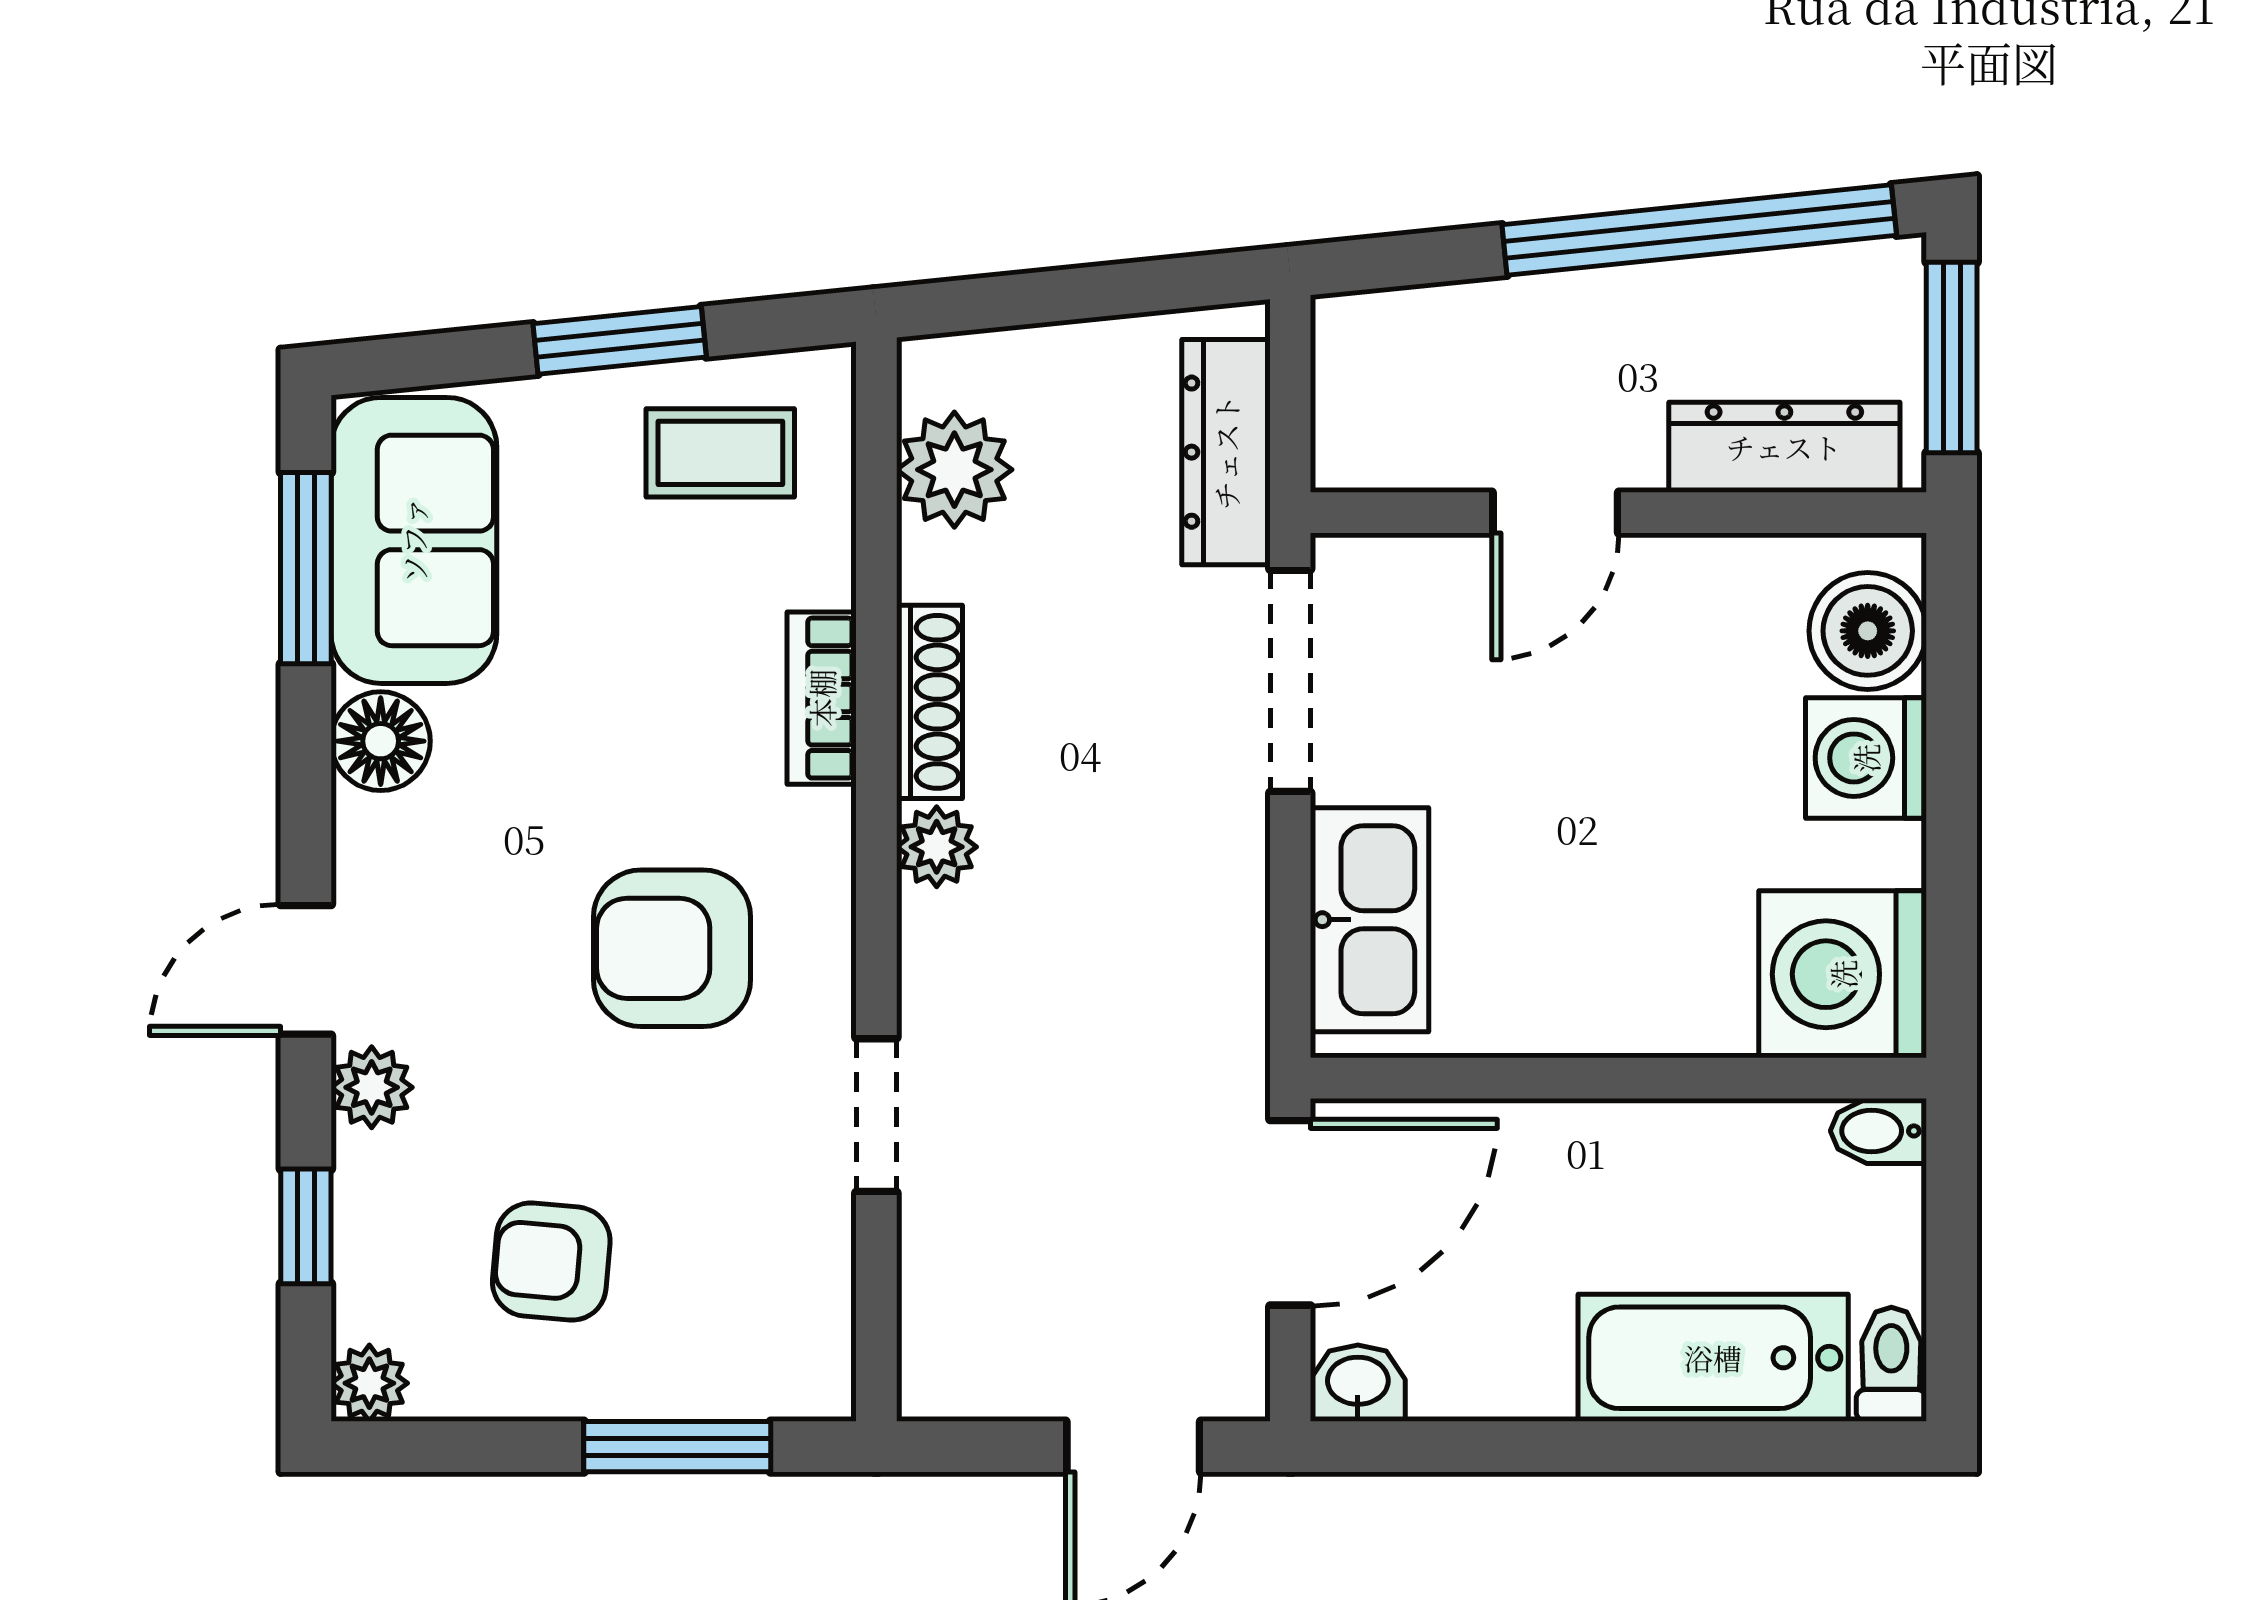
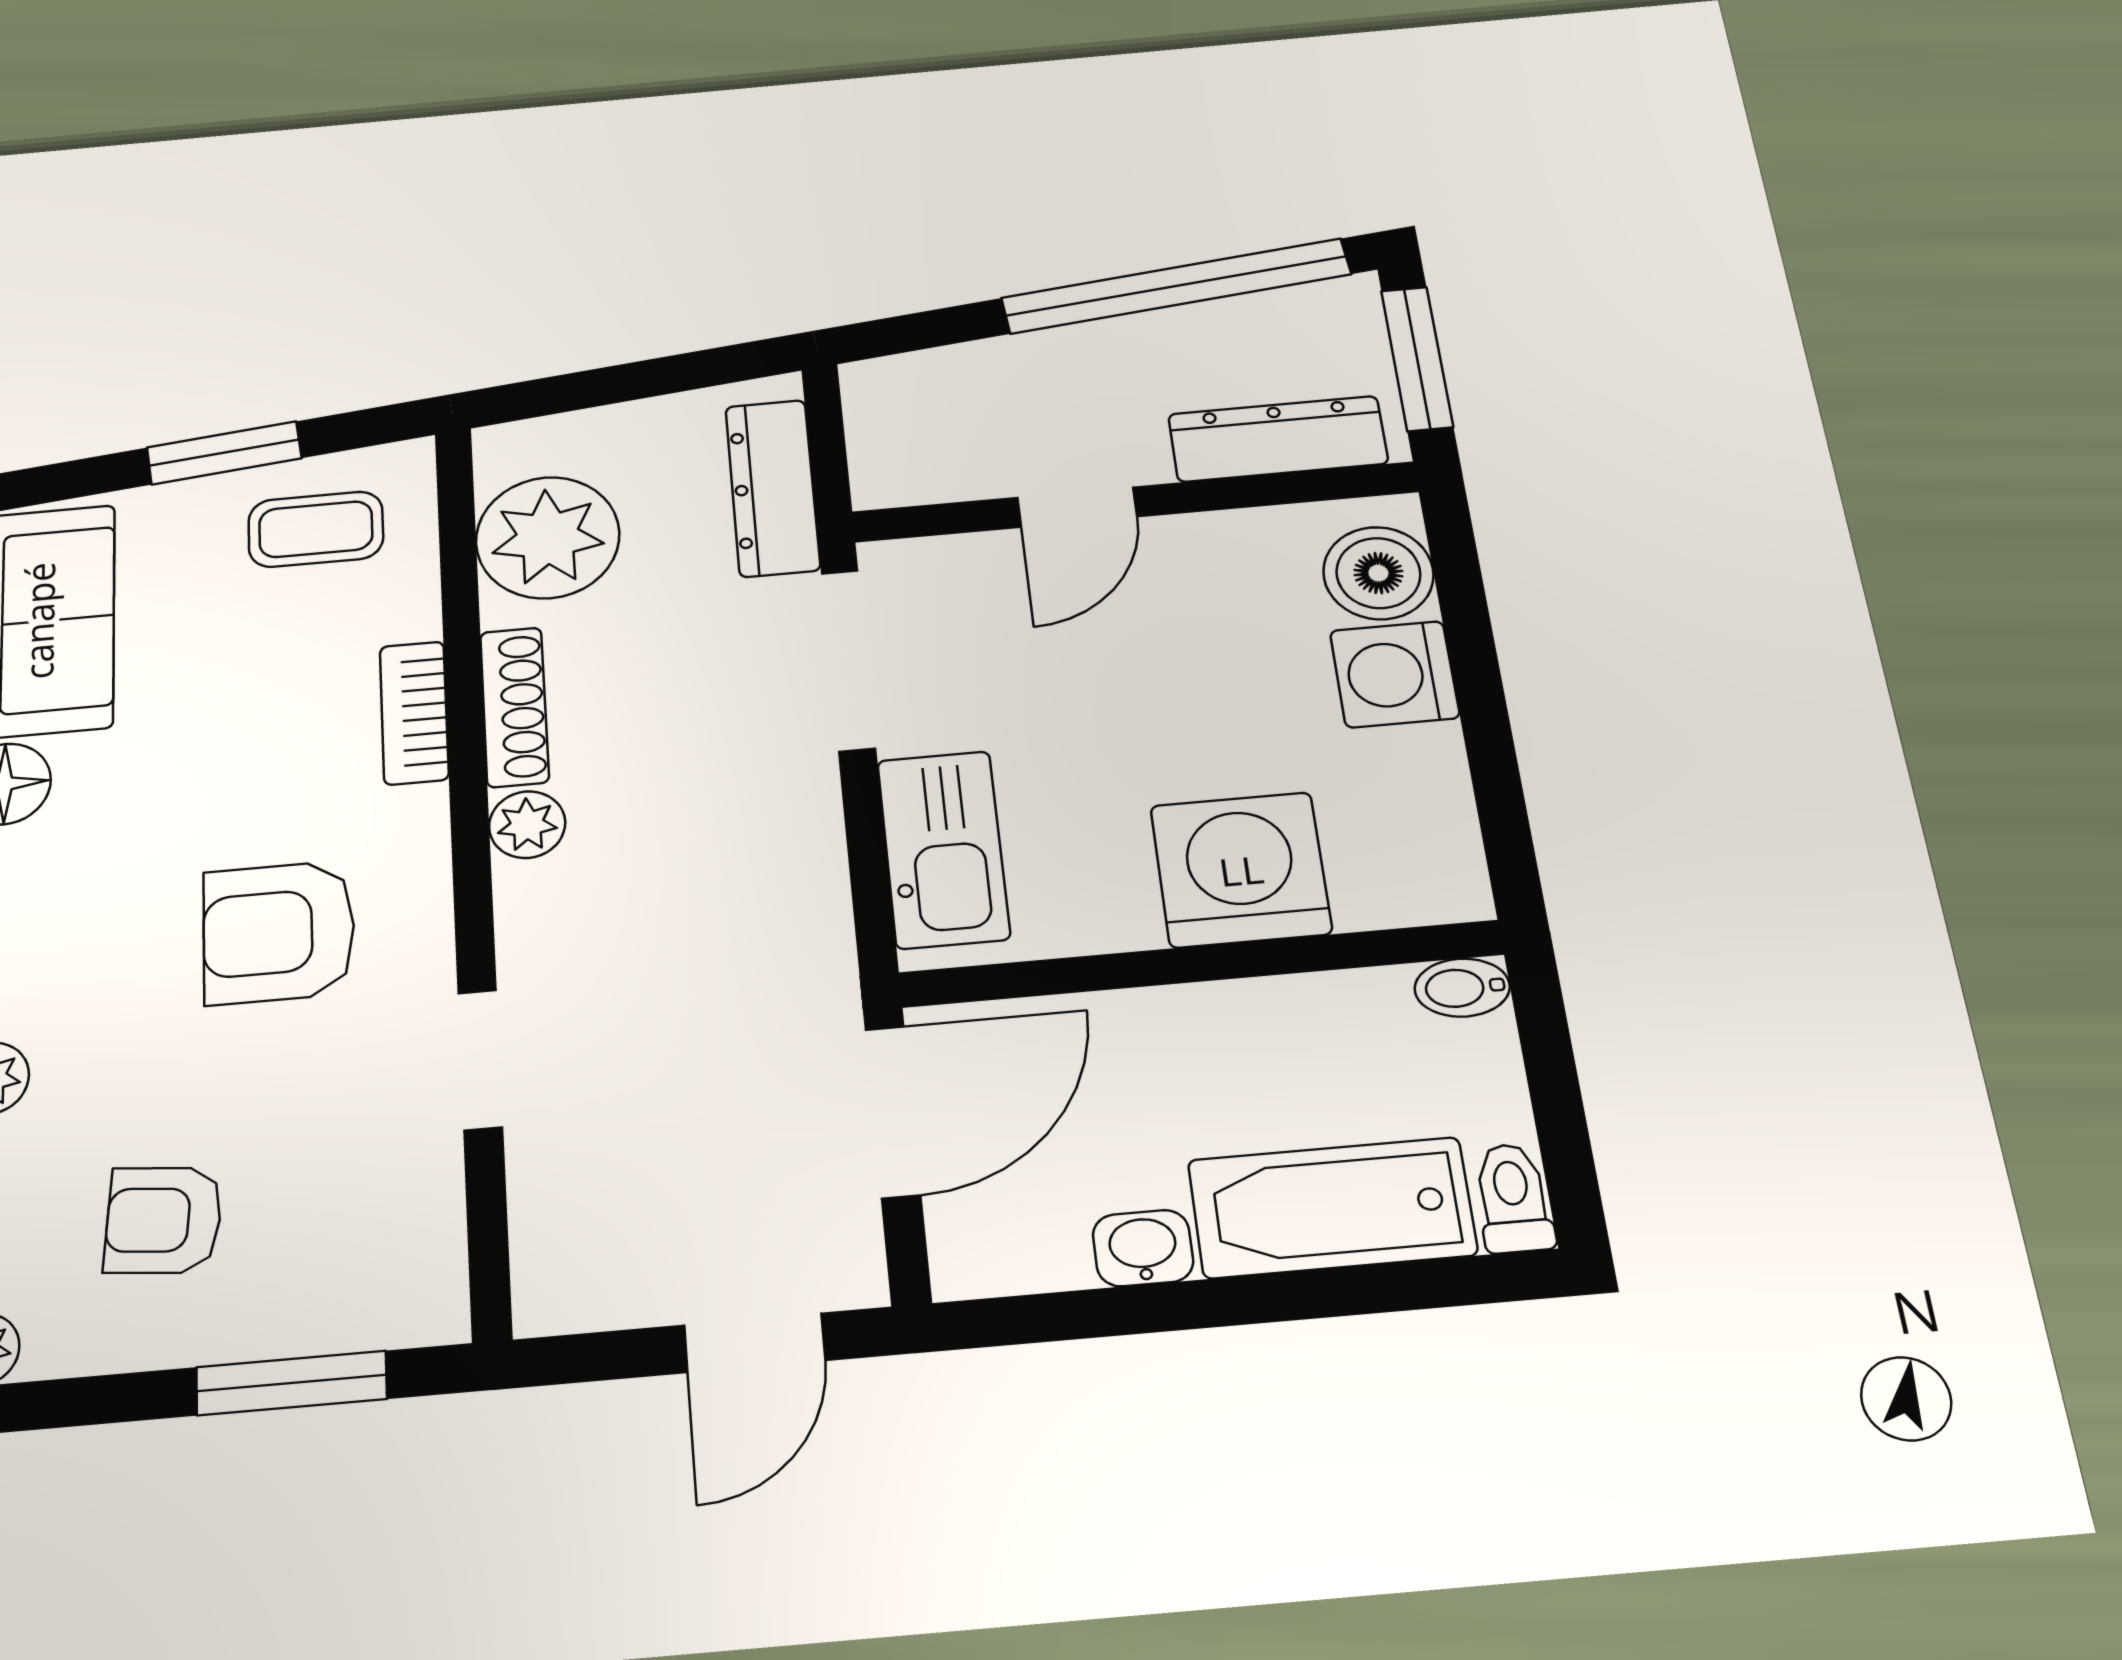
plant: (954, 470) -> (548, 538), width x1.36, depth x1.36
washing machine: (1843, 974) -> (1241, 870), moved, turned 90
washbasin: (1358, 1383) -> (1143, 1248), moved

